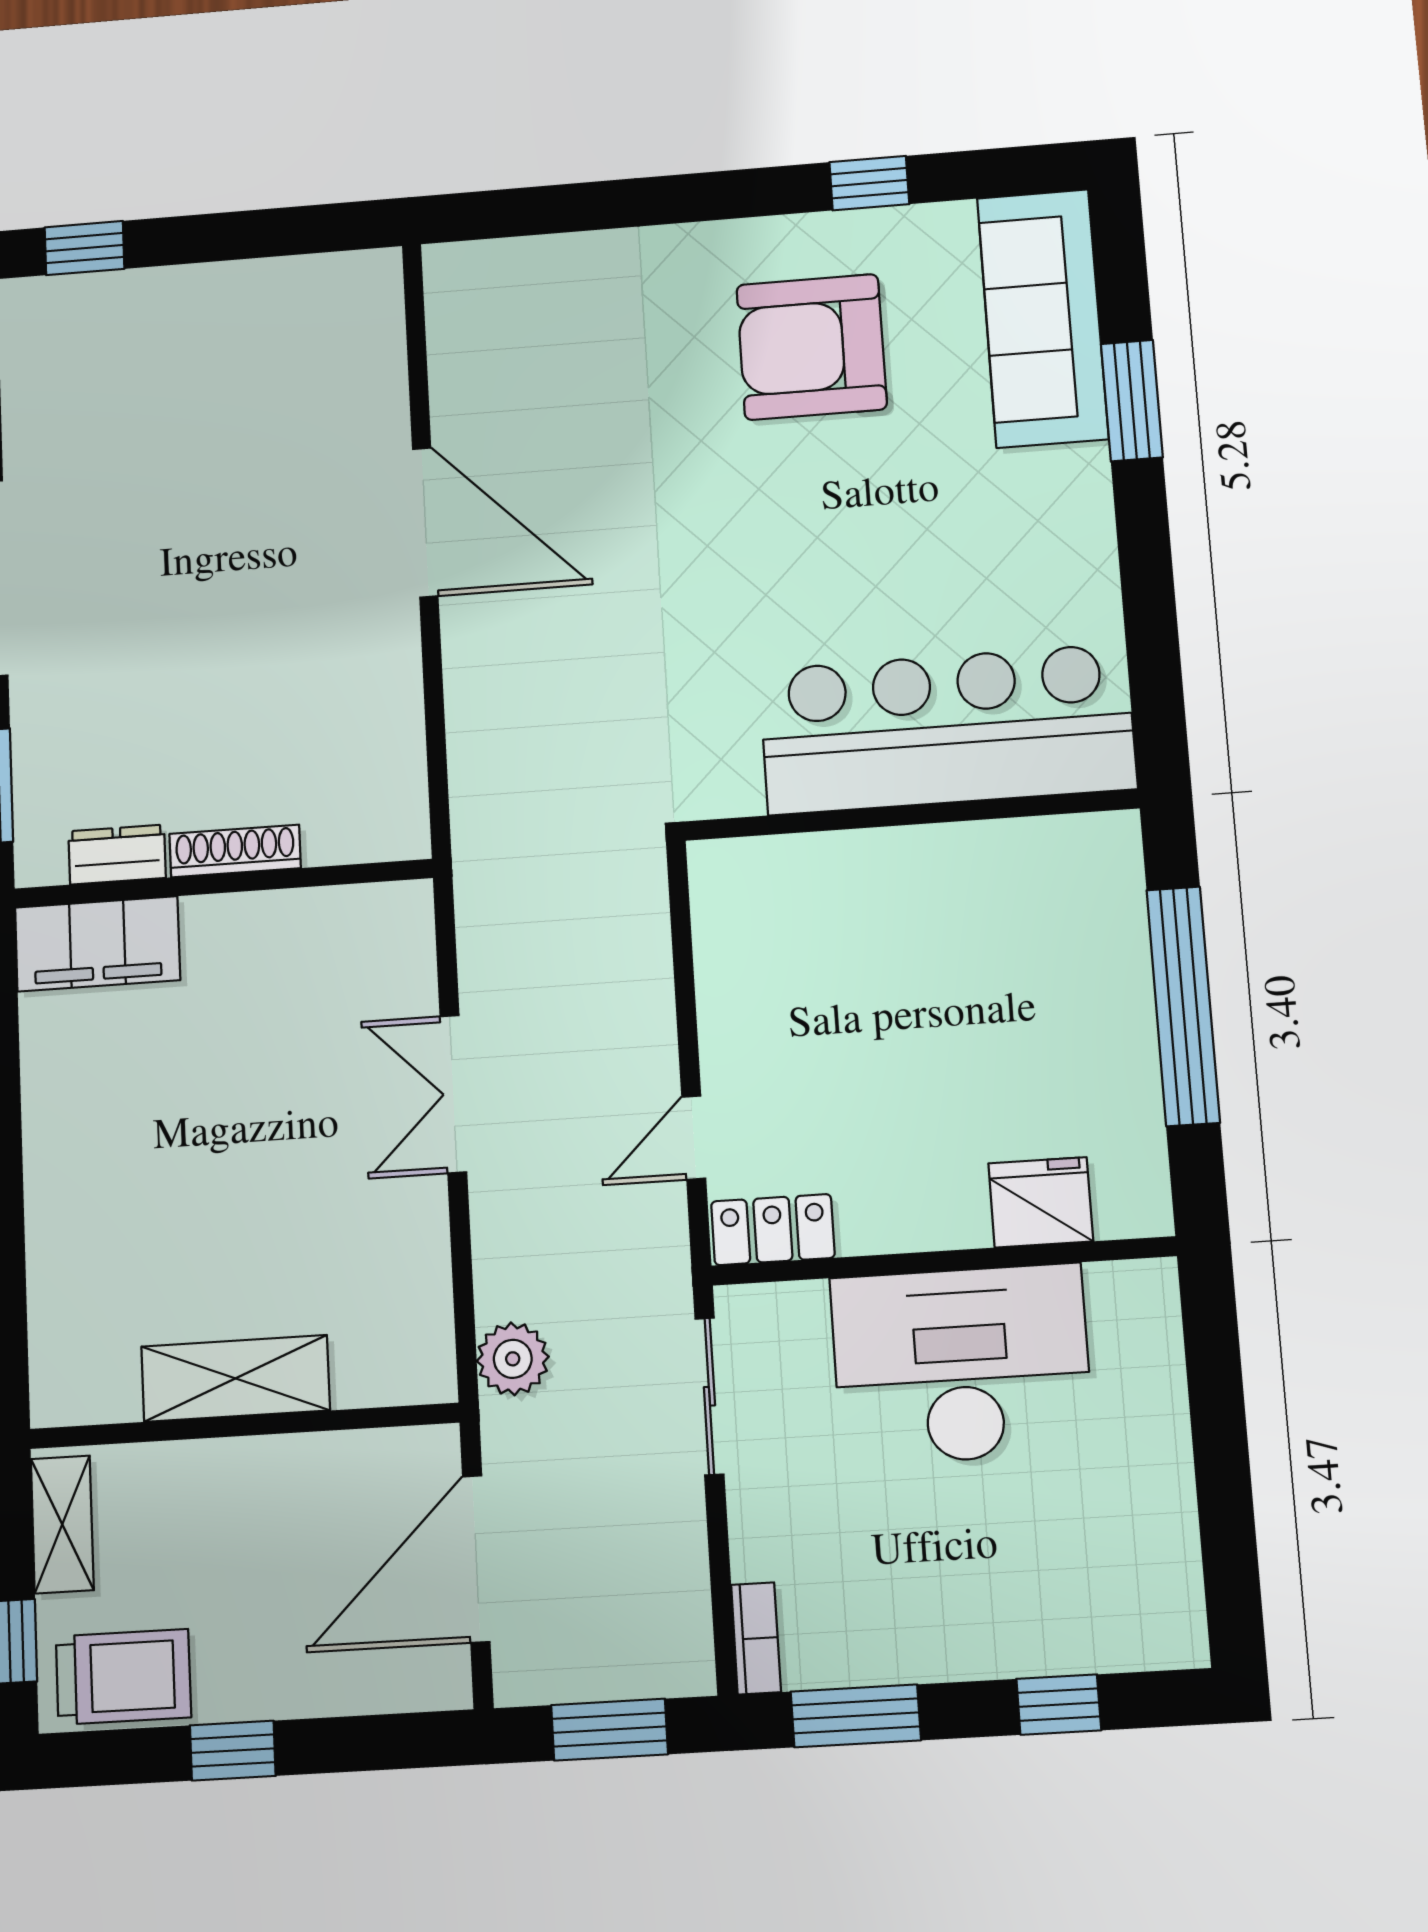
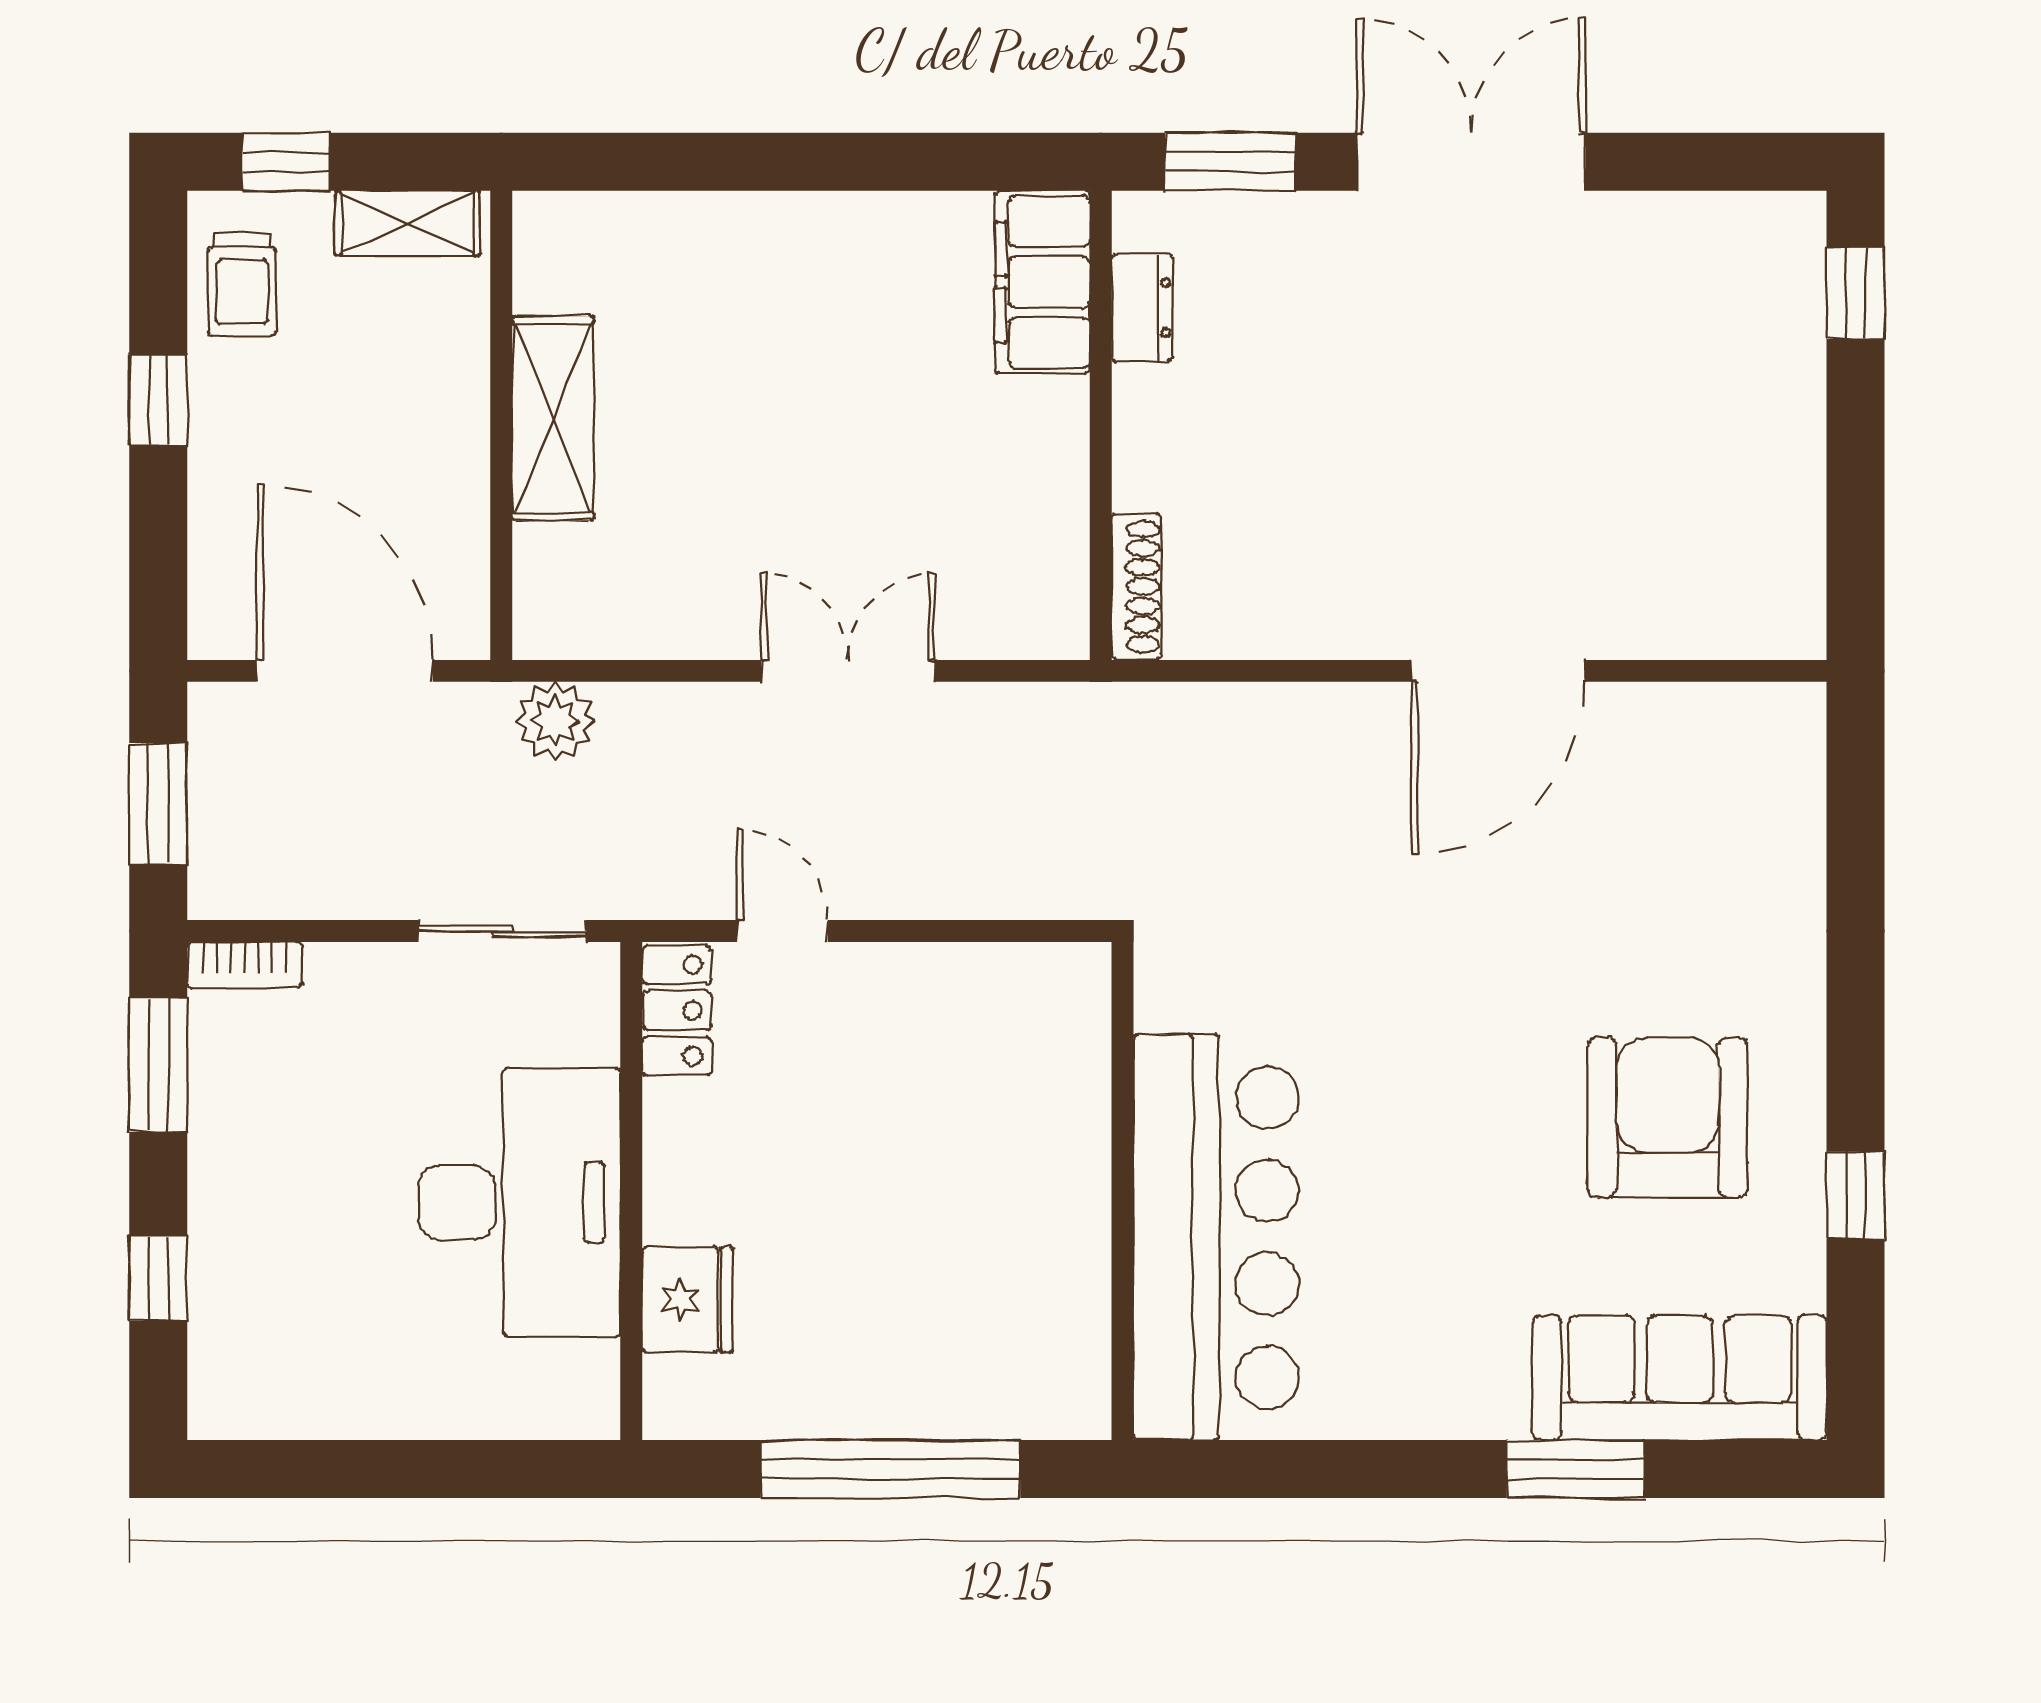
shoe rack: (235, 851) -> (1136, 587), moved
trolley: (123, 1677) -> (242, 284), width x0.73, depth x0.72

